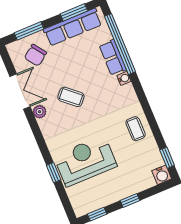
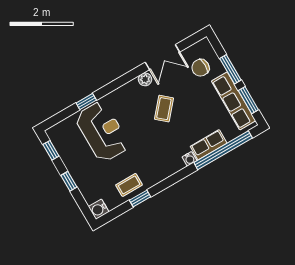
window: (29, 31) -> (230, 69), moved
chair: (35, 55) -> (201, 68), turned -54
coffee table: (136, 129) -> (129, 185), moved
window: (167, 158) -> (140, 199), moved

